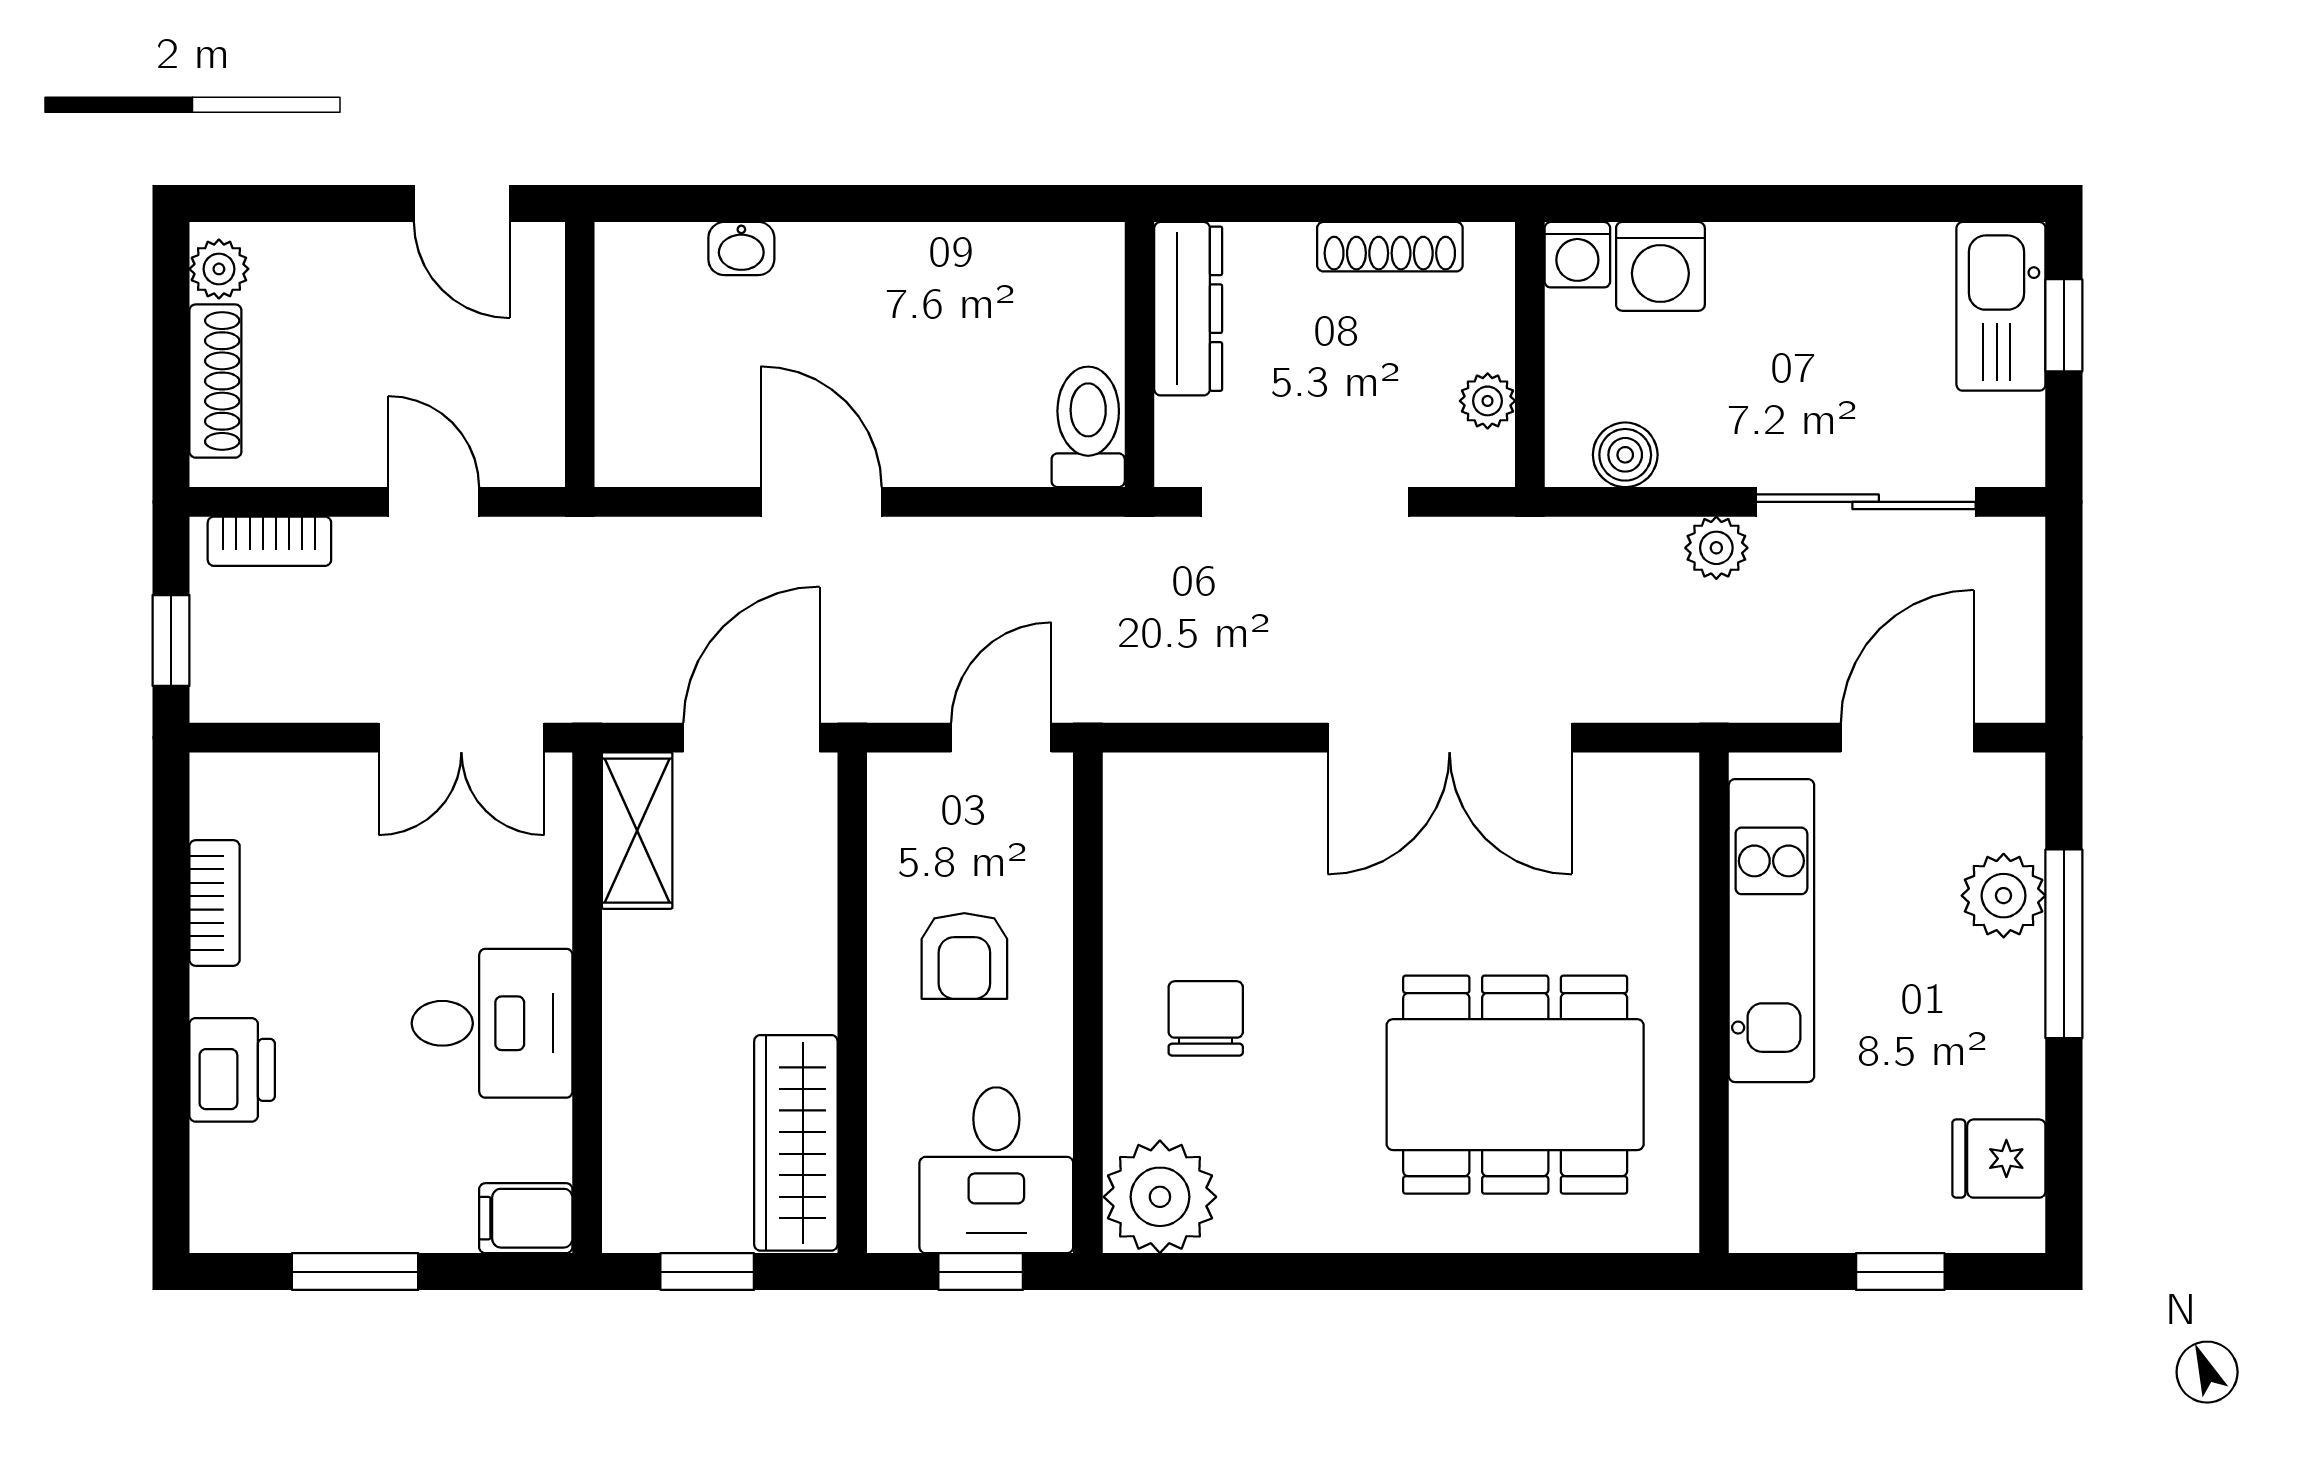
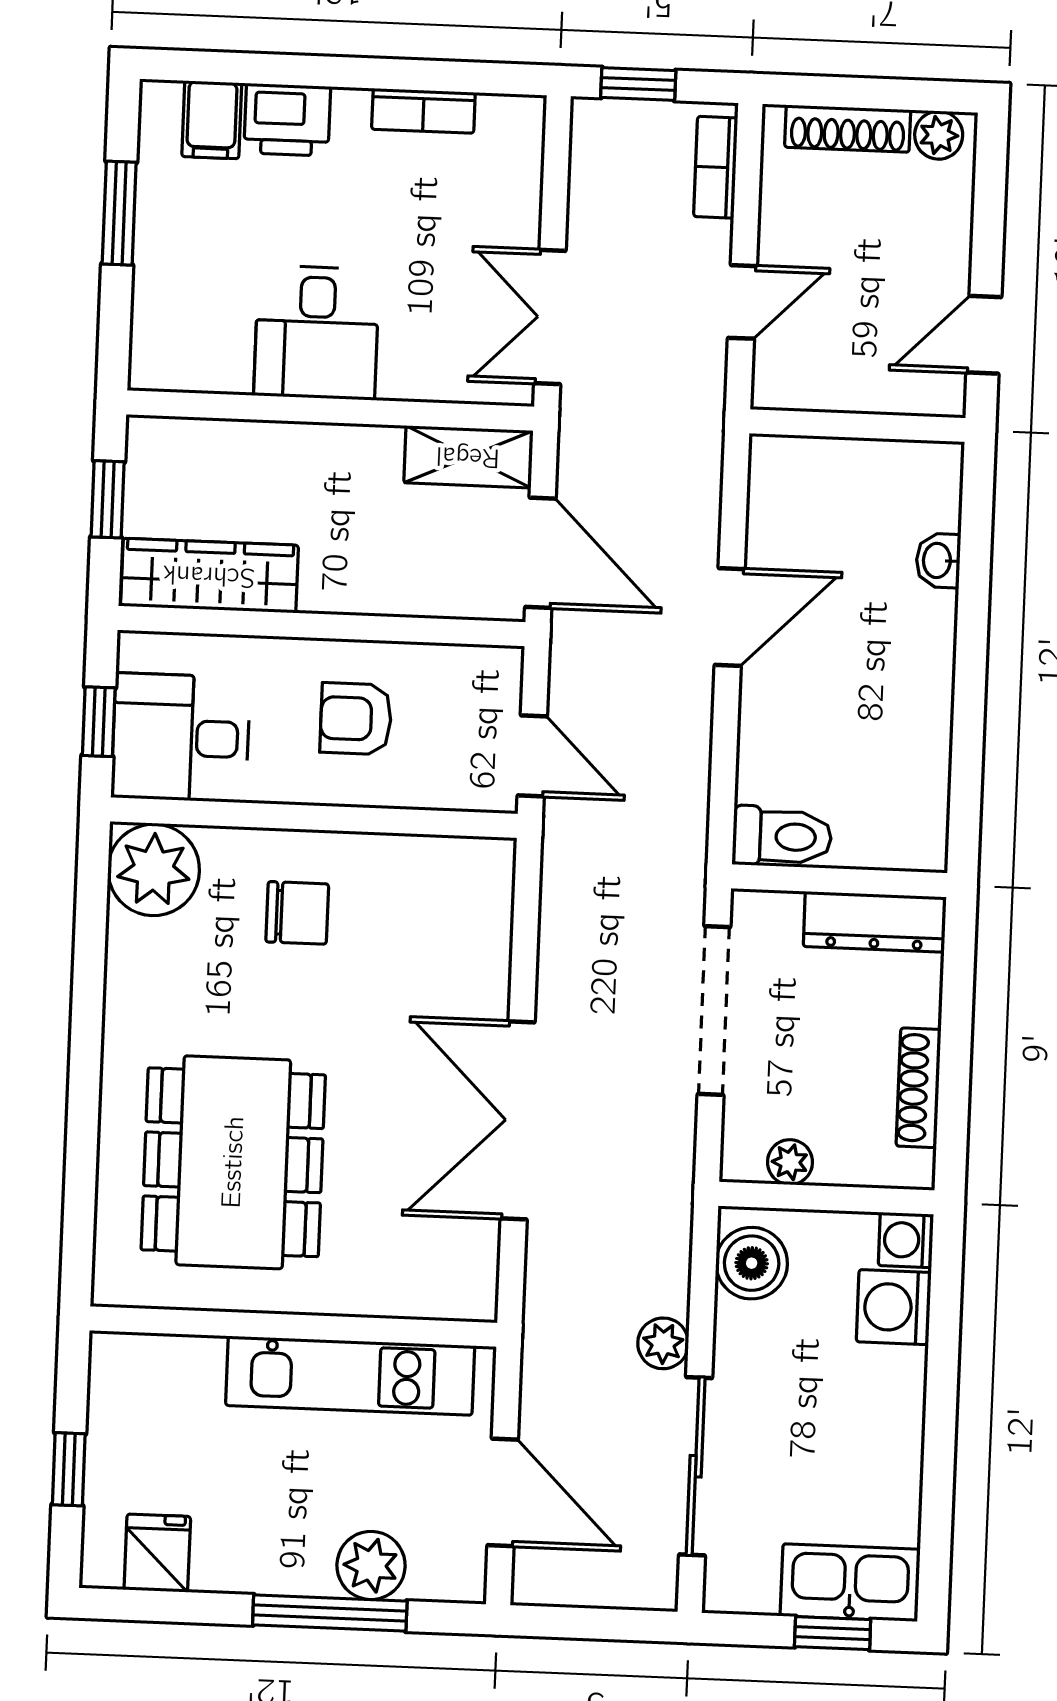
boiler: (1625, 455) -> (752, 1263), width x1.36, depth x1.36
filing cabinet: (526, 1218) -> (212, 120), moved, turned 180

